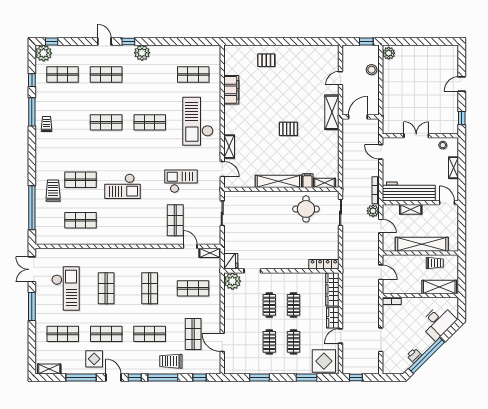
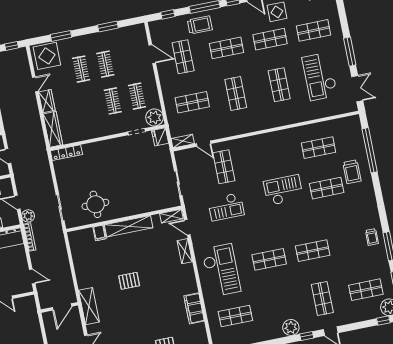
shop shelf: (106, 74) -> (322, 298), turned 90
shelving: (325, 183) -> (171, 216), moved
clothes rail: (294, 305) -> (137, 96), moved

